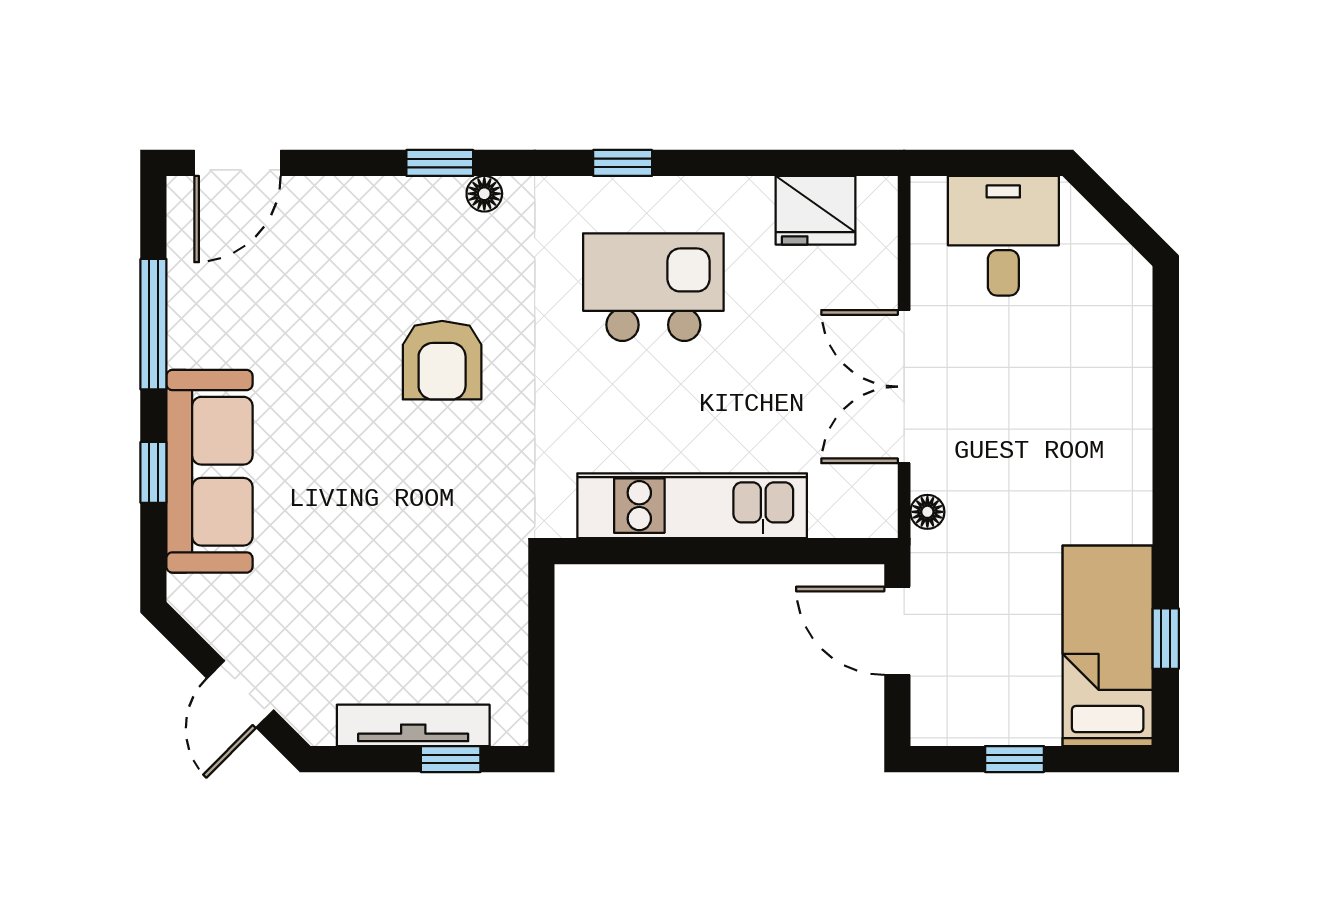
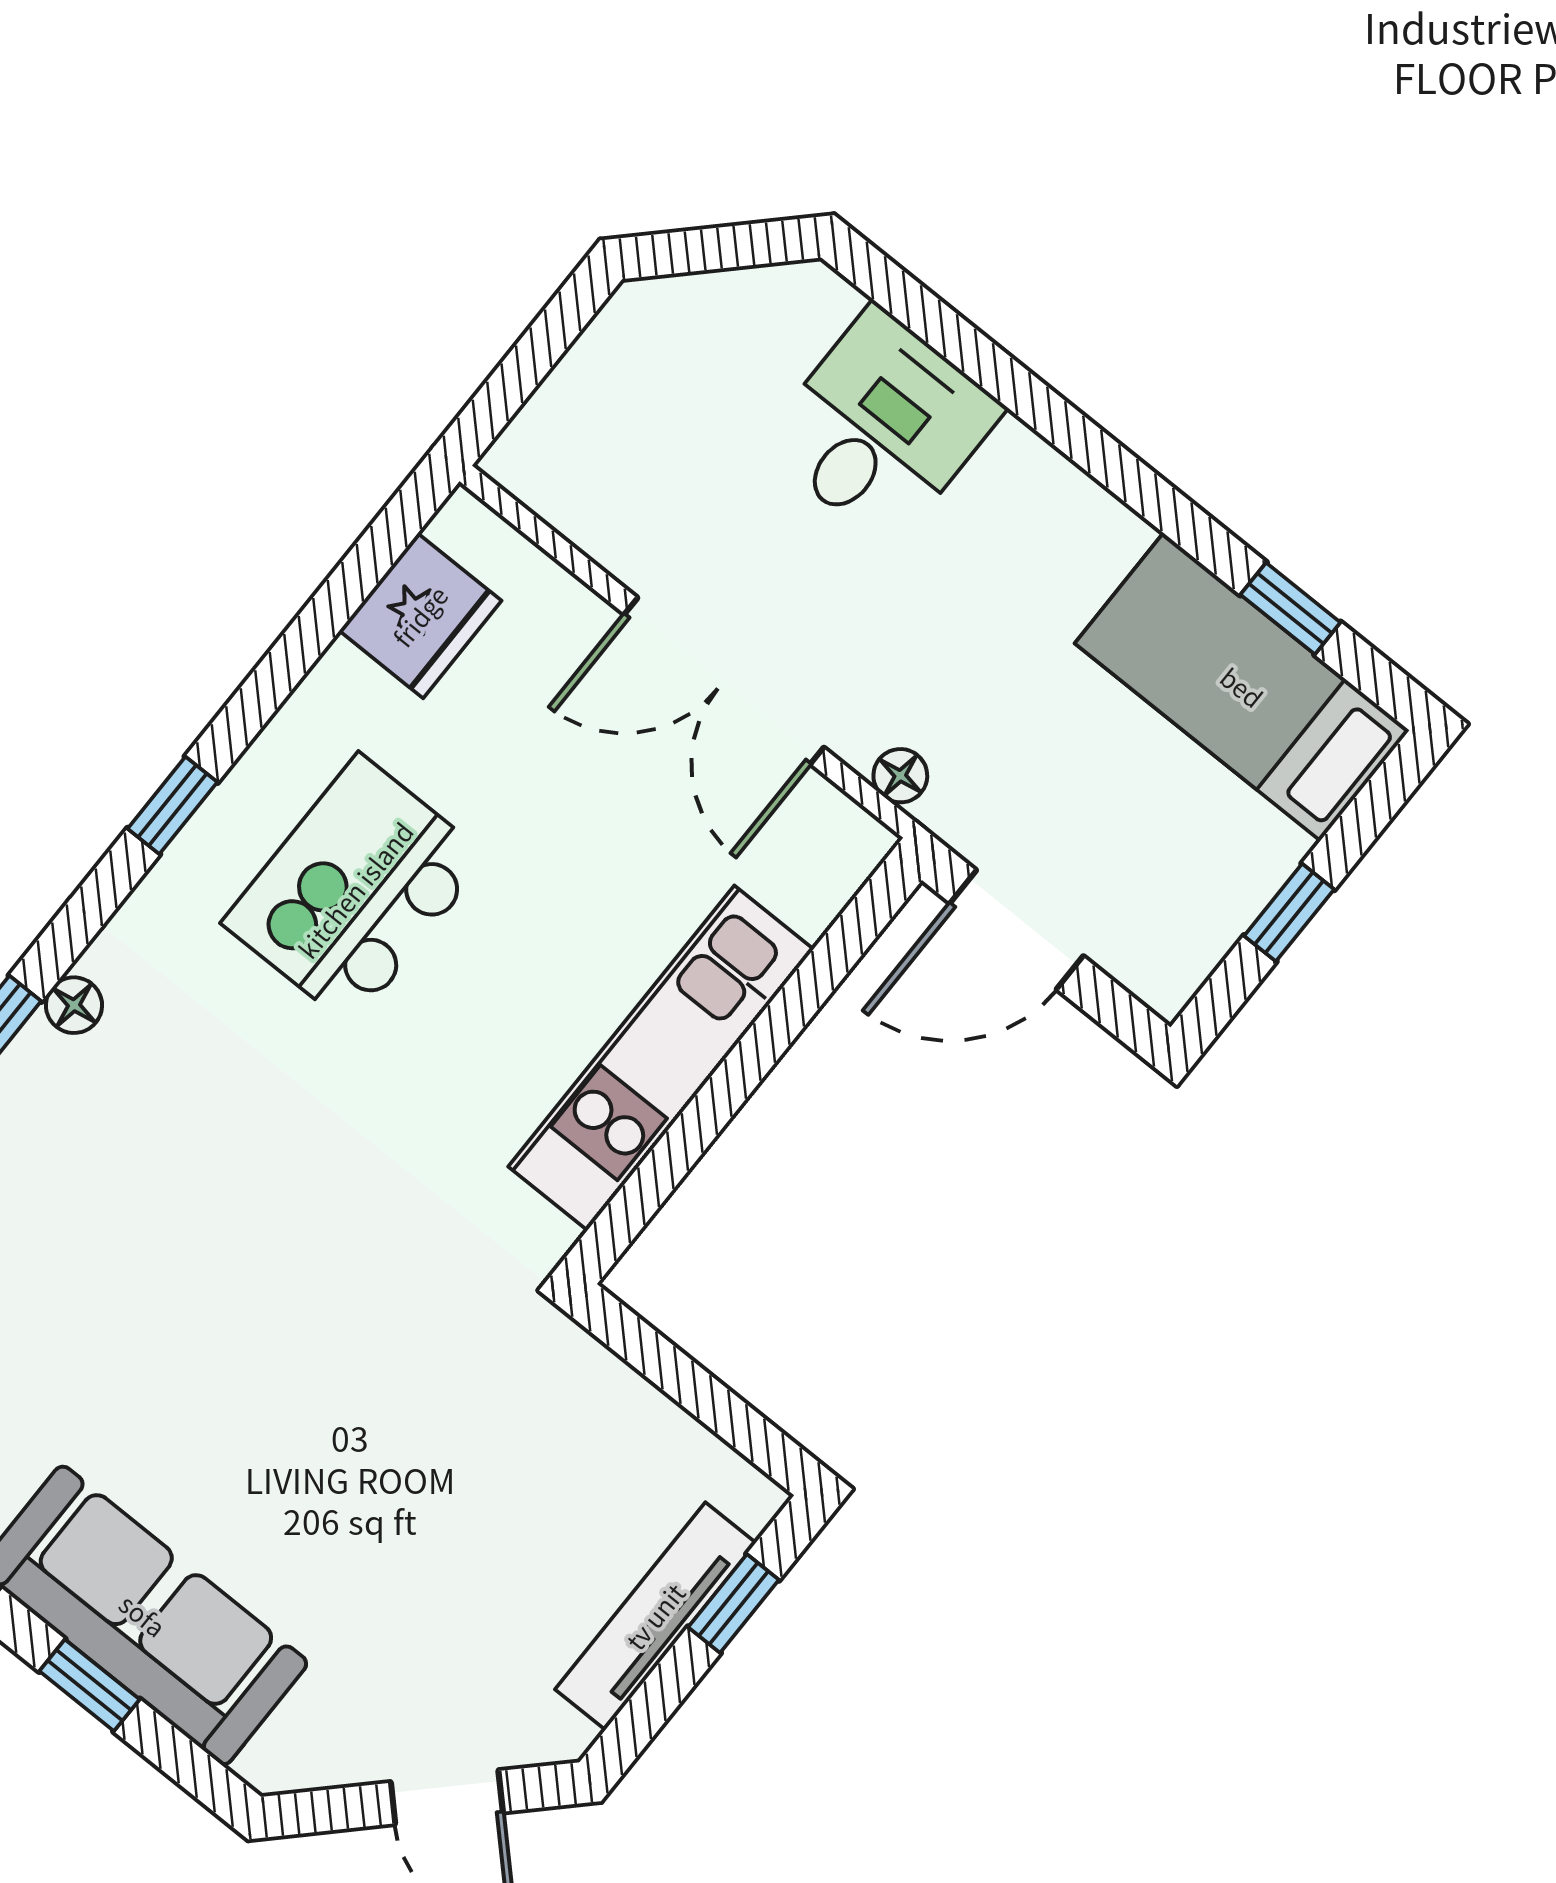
desk: (1003, 236) -> (882, 427), moved, turned 90
armchair: (442, 360) -> (236, 1221), removed

